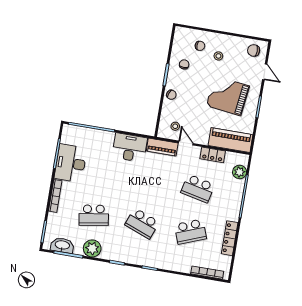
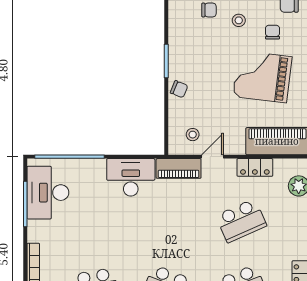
chair: (184, 64) -> (273, 32), moved
door: (186, 143) -> (212, 157), hinge flipped
desk: (71, 163) -> (48, 193), moved
school desk: (198, 189) -> (241, 221), turned -36

